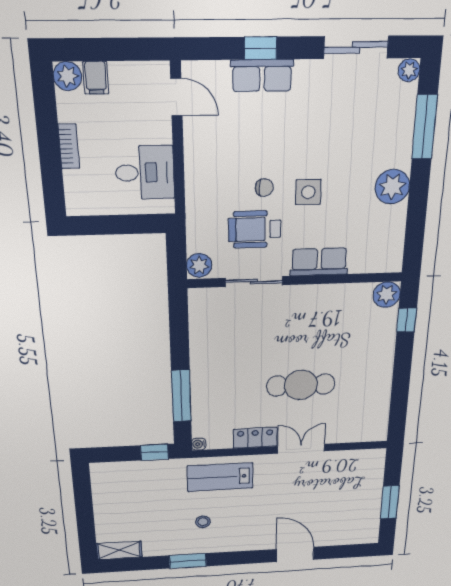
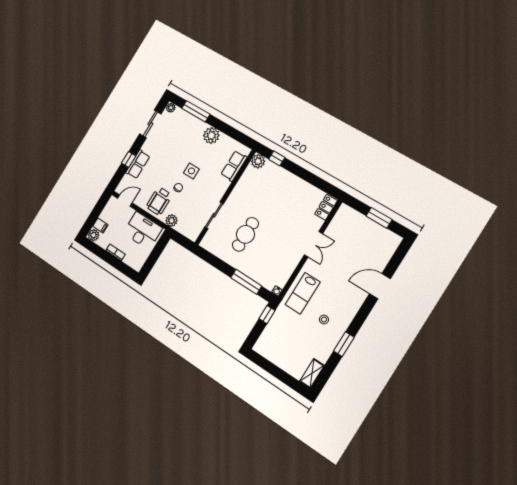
desk: (145, 173) -> (143, 231), width x1.37
wheelchair: (255, 229) -> (159, 201), moved
row of seats: (319, 262) -> (234, 166), moved
plant: (199, 265) -> (172, 221), moved
cafe table: (301, 385) -> (245, 234), moved
locker: (255, 438) -> (326, 207), moved
double door: (301, 449) -> (314, 244), swing flipped

